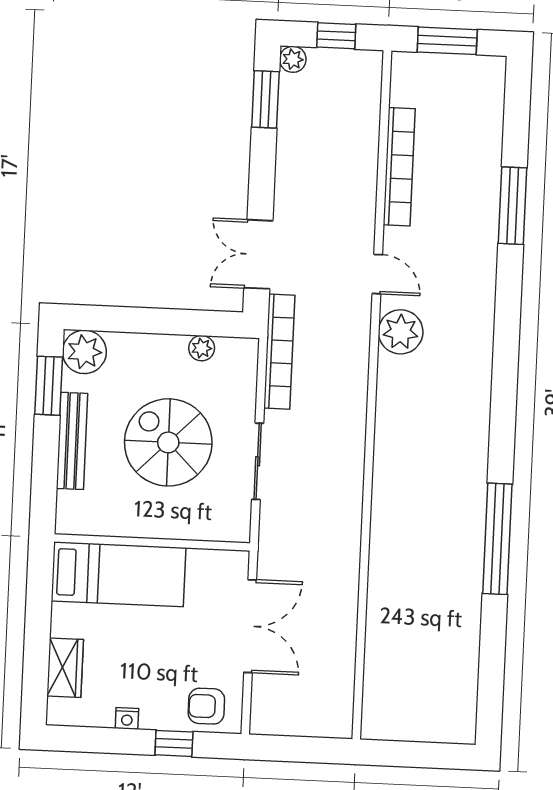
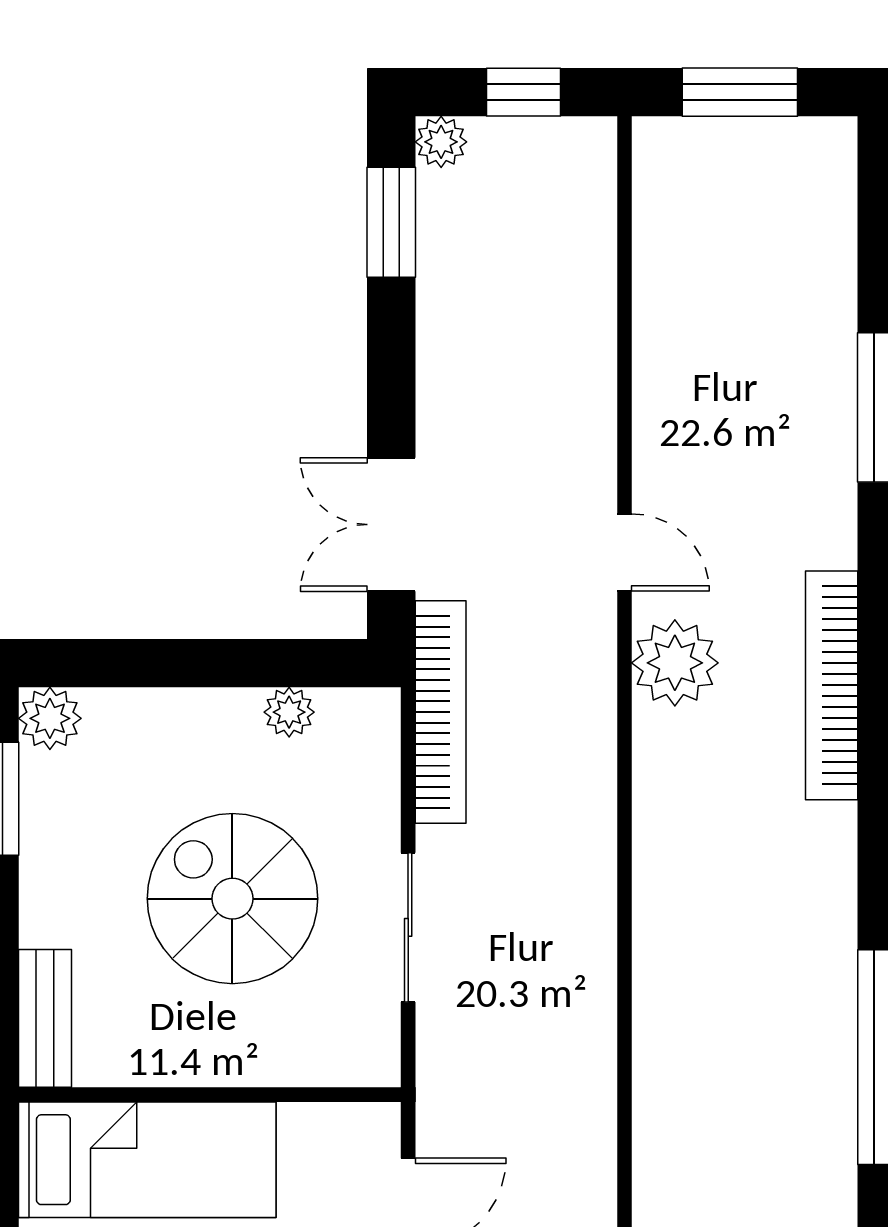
bookcase: (399, 167) -> (832, 685), moved, turned 180
plant: (84, 352) -> (50, 718), width x0.73, depth x0.73
bench: (72, 441) -> (45, 1018), moved, width x0.73

